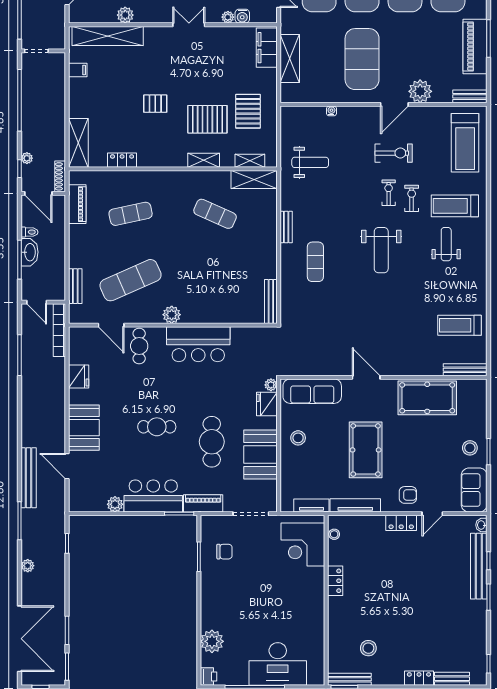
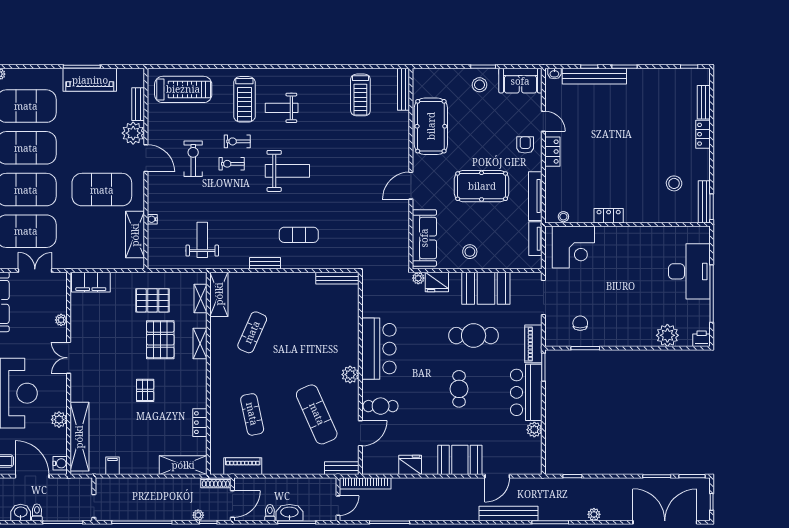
water cooler: (242, 16) -> (60, 463), moved
shelving: (290, 59) -> (135, 235), moved, turned 90
bench: (470, 96) -> (138, 104), moved
bench: (75, 286) -> (342, 468), moved

